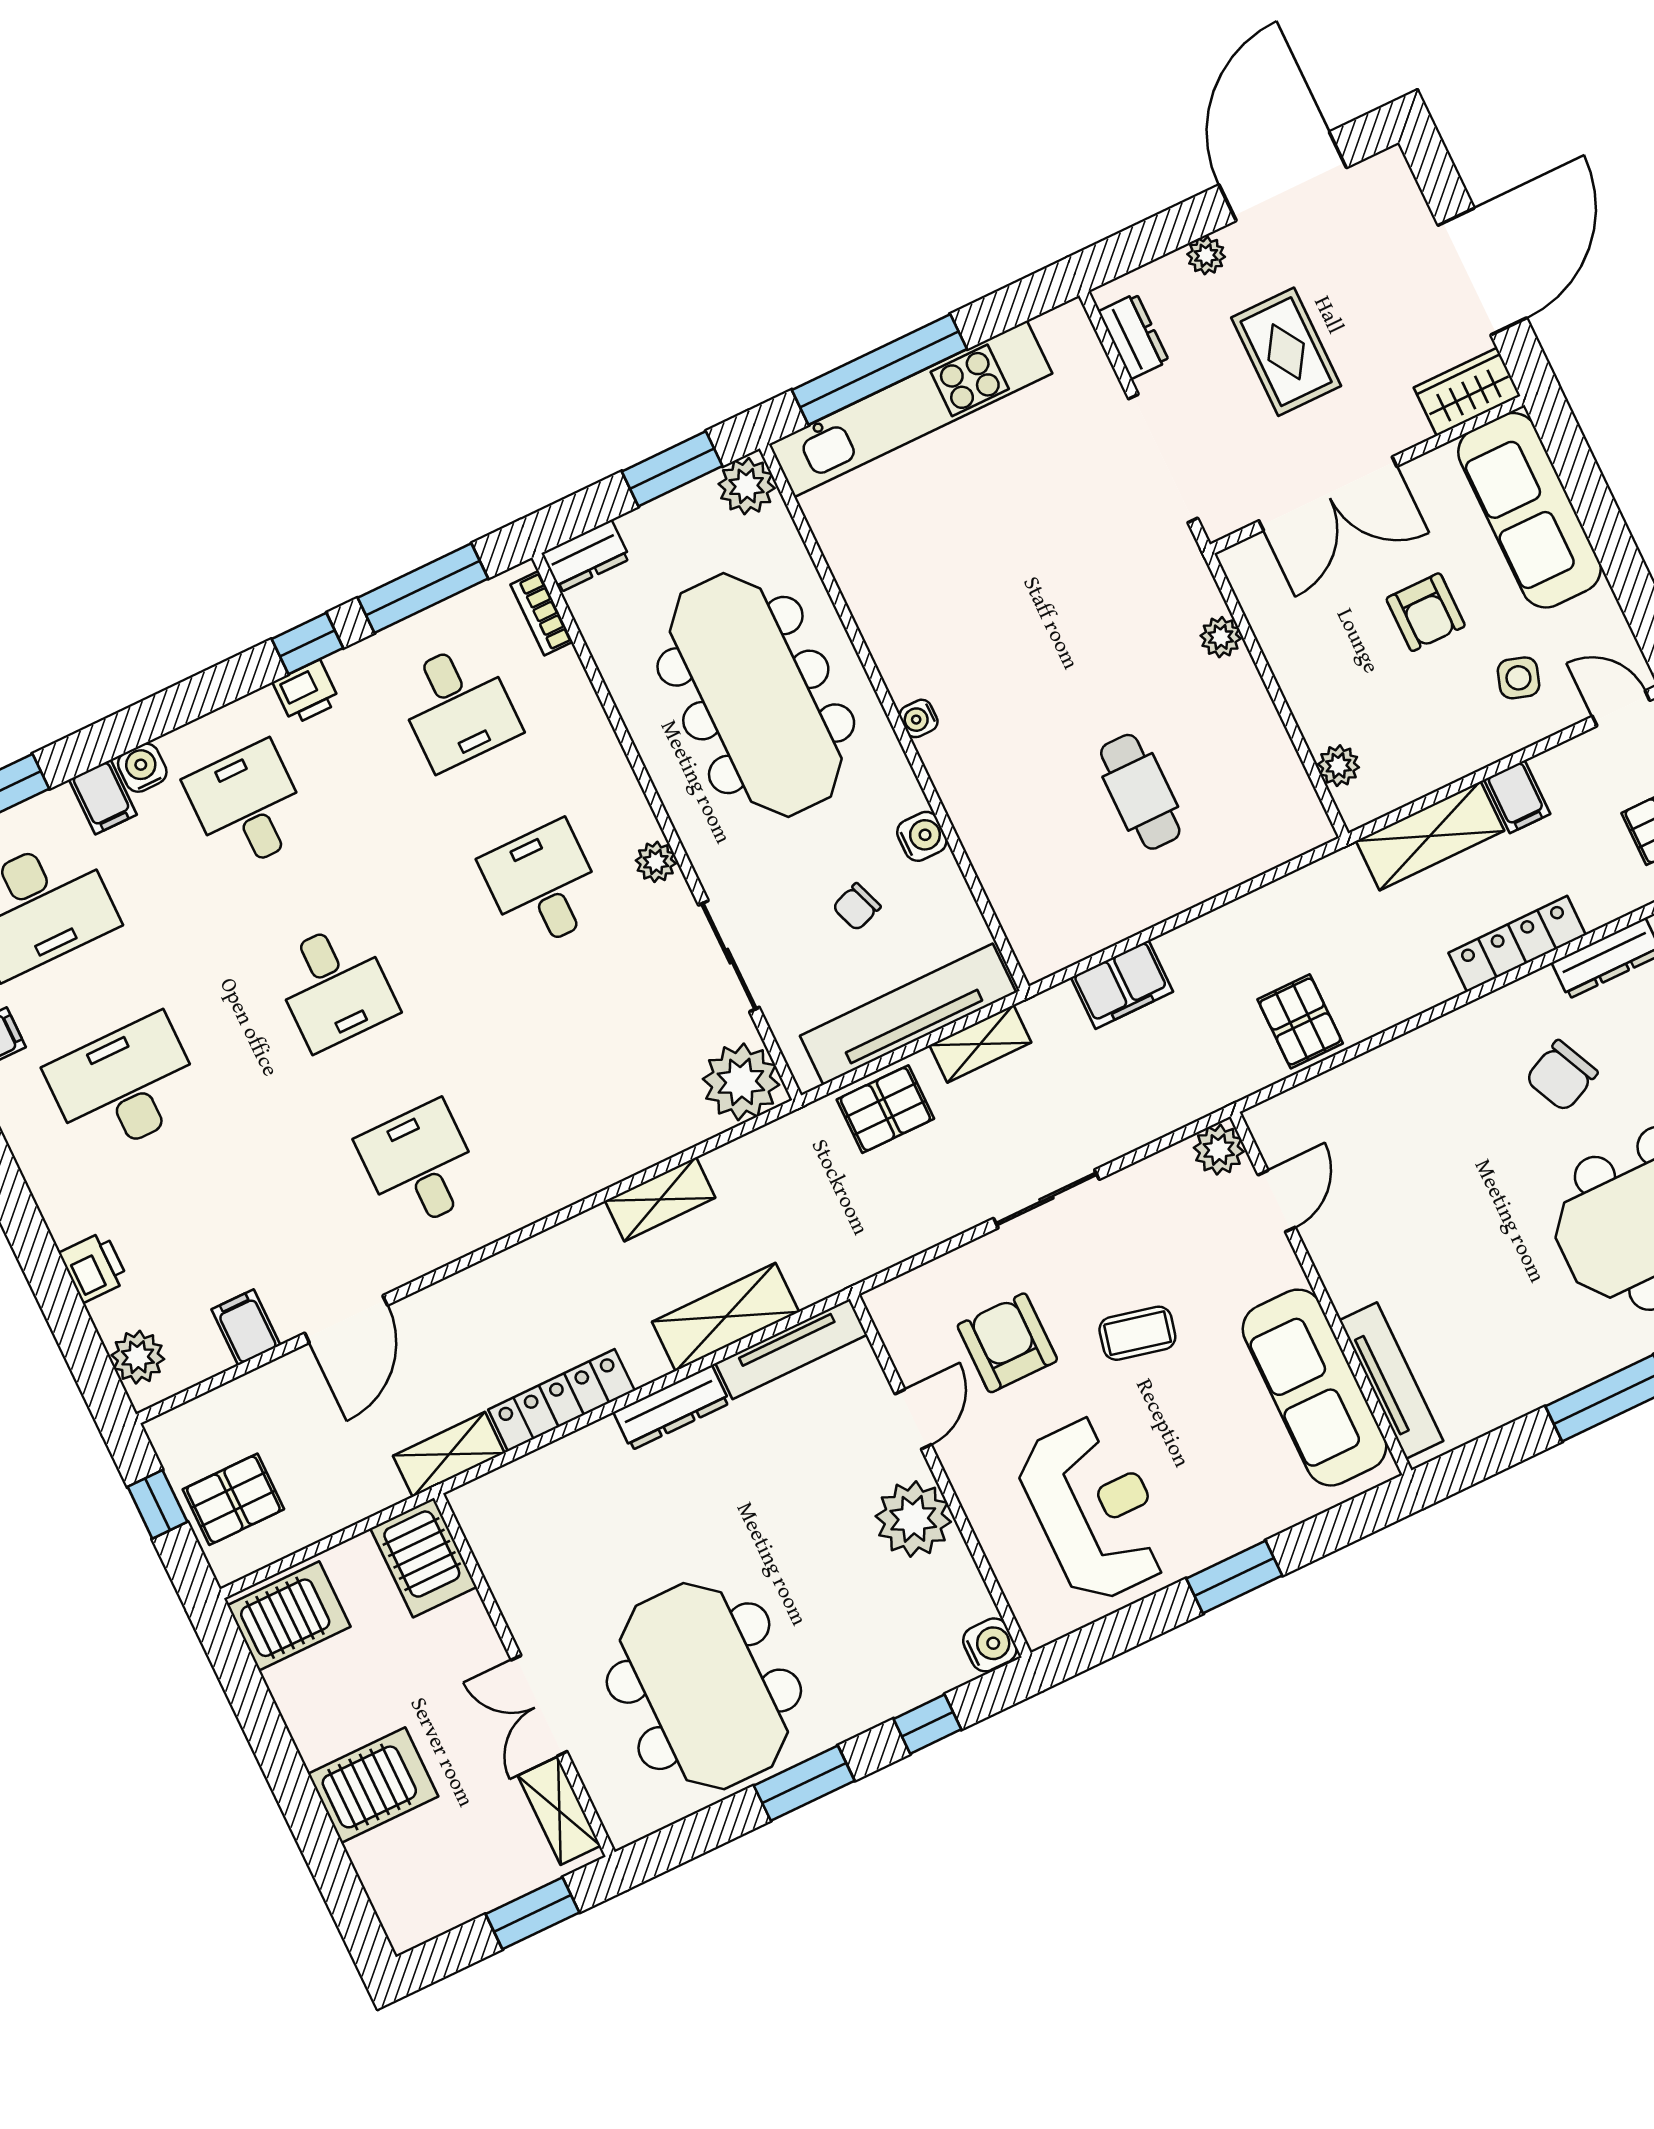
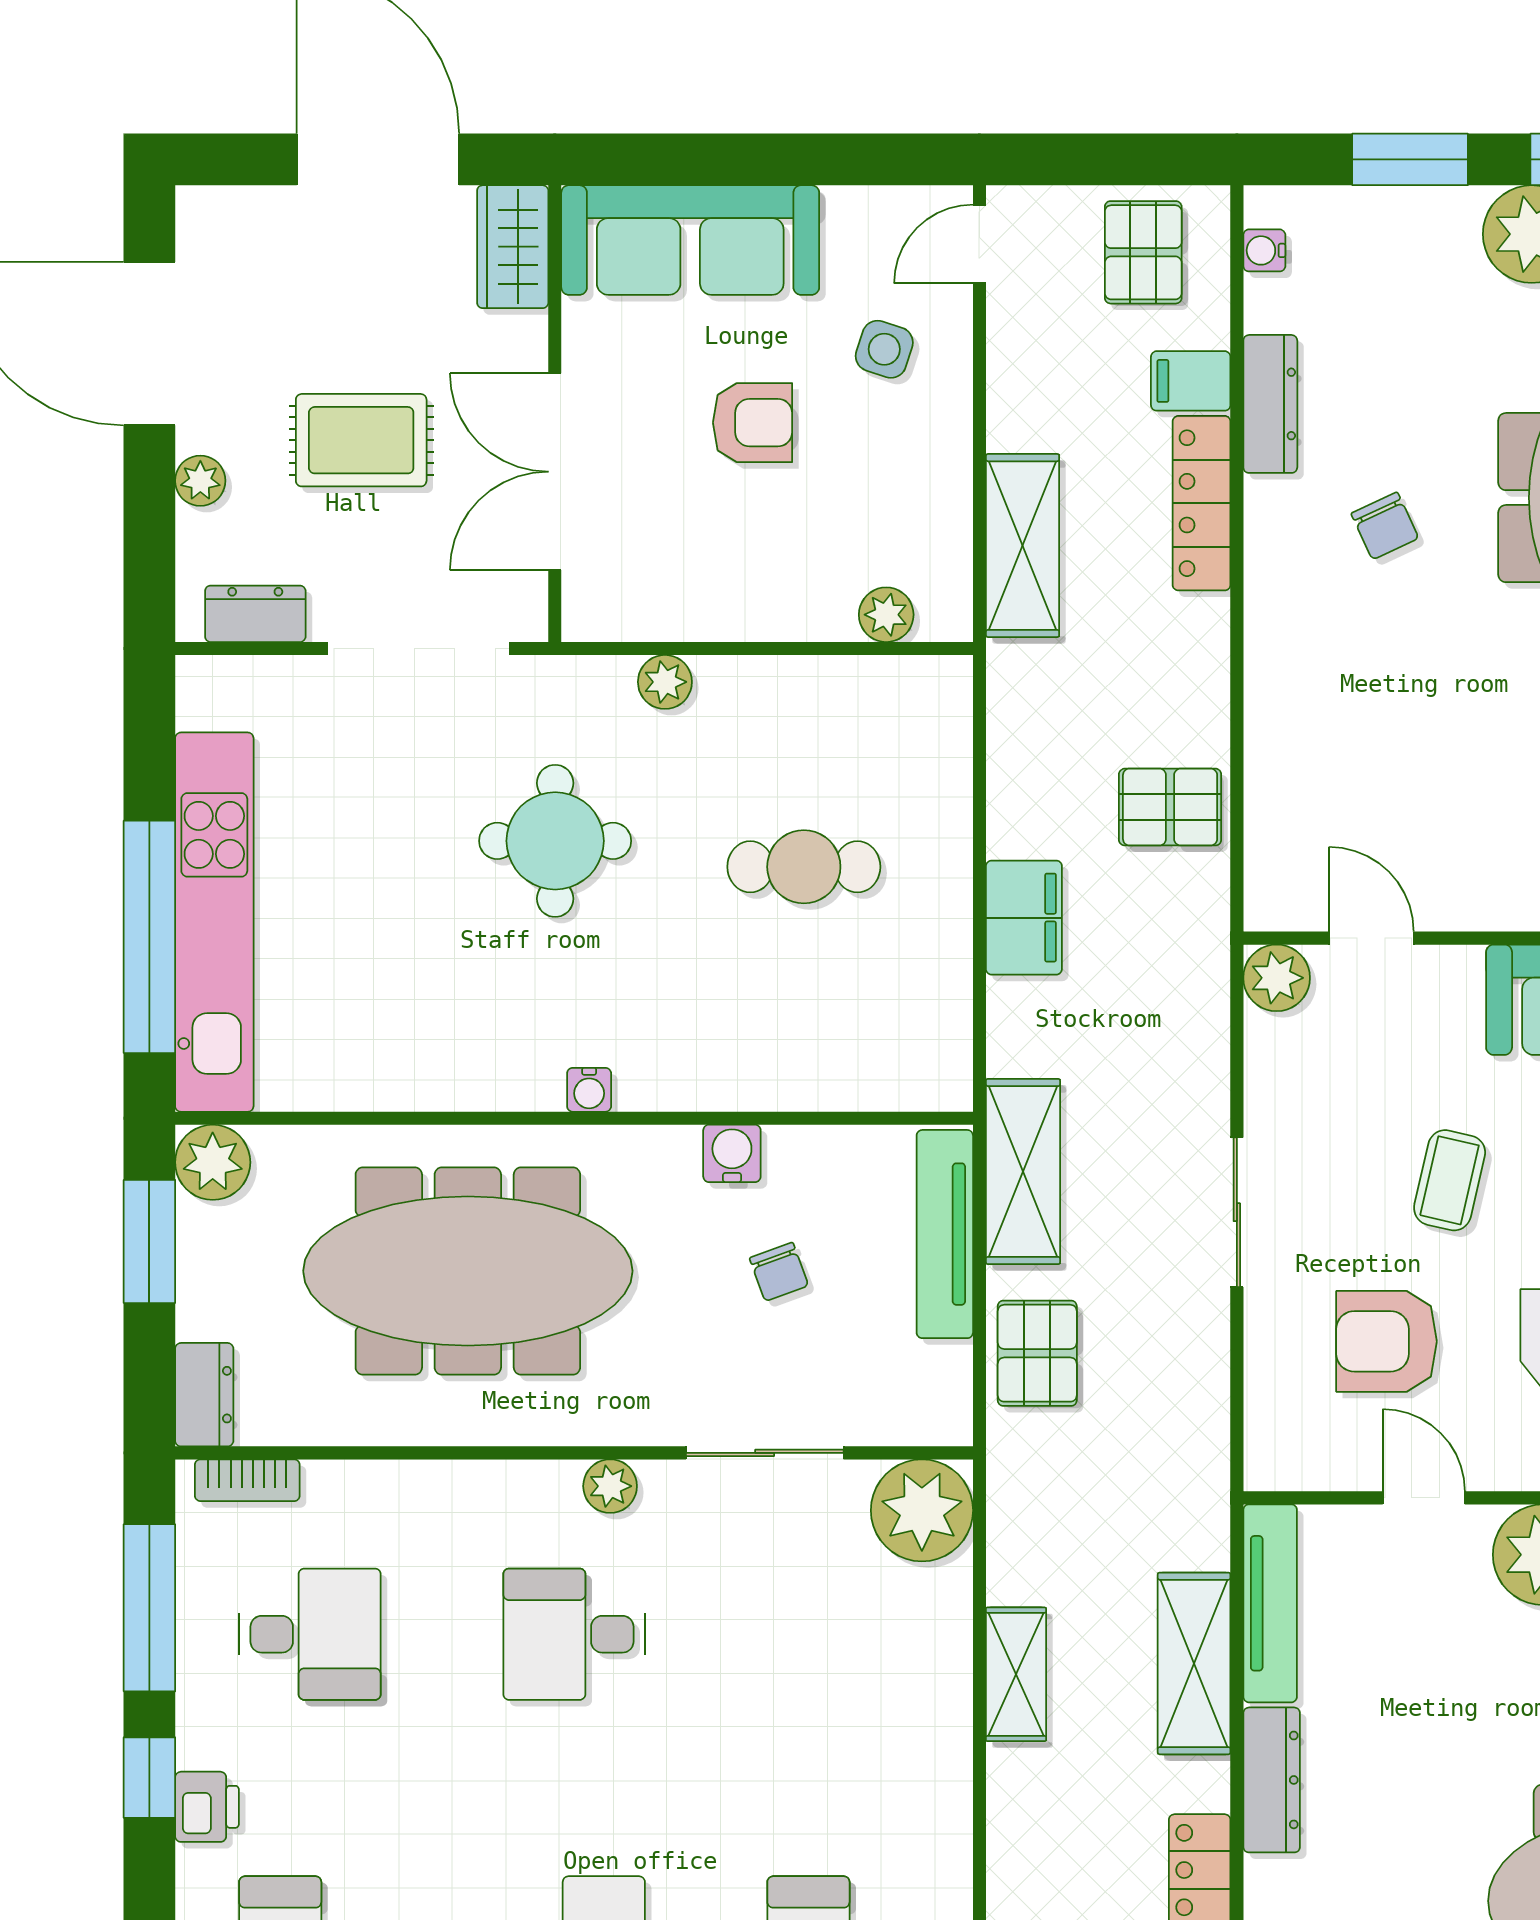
double door: (1328, 494) -> (555, 472), swing flipped
round table: (1077, 614) -> (555, 841), added
filing cabinet: (1517, 797) -> (1191, 381), moved, turned 180
filing cabinet: (1122, 985) -> (1024, 918), moved
tv unit: (908, 1014) -> (945, 1234), width x0.73, depth x0.78
shelving: (980, 1044) -> (1023, 1171), width x1.50, depth x1.33
chair: (1562, 1076) -> (1385, 526), width x0.73, depth x0.73

